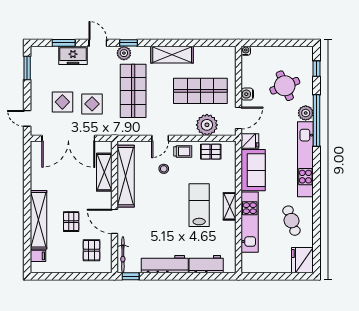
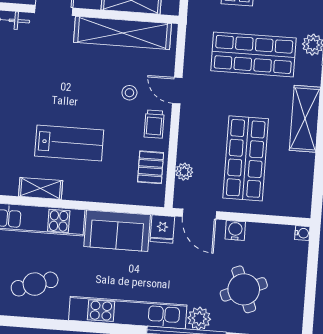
plant: (207, 125) -> (184, 172), width x0.53, depth x0.53
shelving: (230, 206) -> (41, 188), moved

